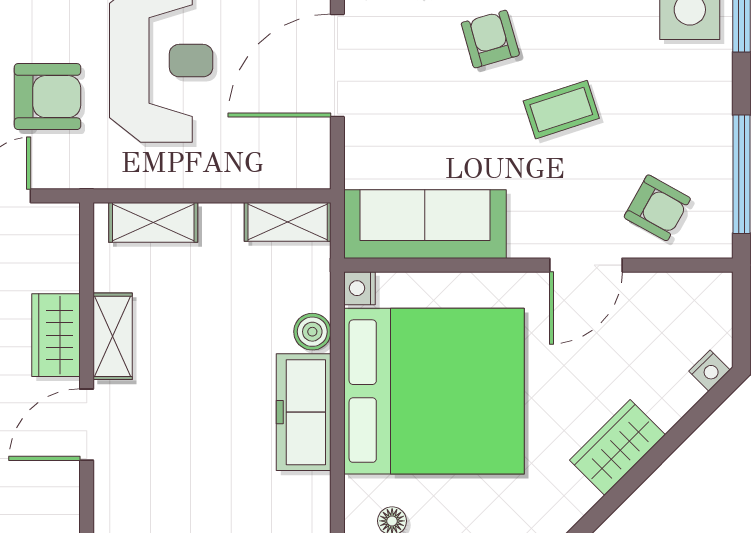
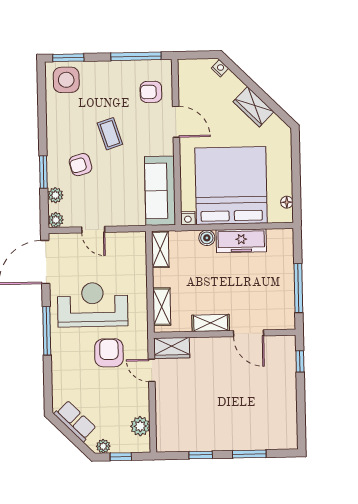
door: (337, 66) -> (93, 230), width x0.53
armchair: (657, 208) -> (151, 92), turned -119
wardrobe: (56, 335) -> (172, 348), moved

